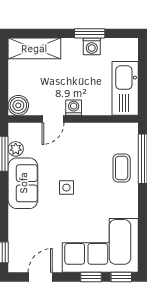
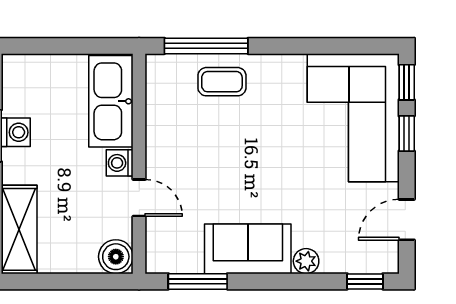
kitchen sink: (125, 88) -> (111, 101), moved, turned 90
plant: (16, 149) -> (306, 261), moved
side table: (66, 188) -> (255, 175), removed
door: (40, 277) -> (407, 220), hinge flipped

